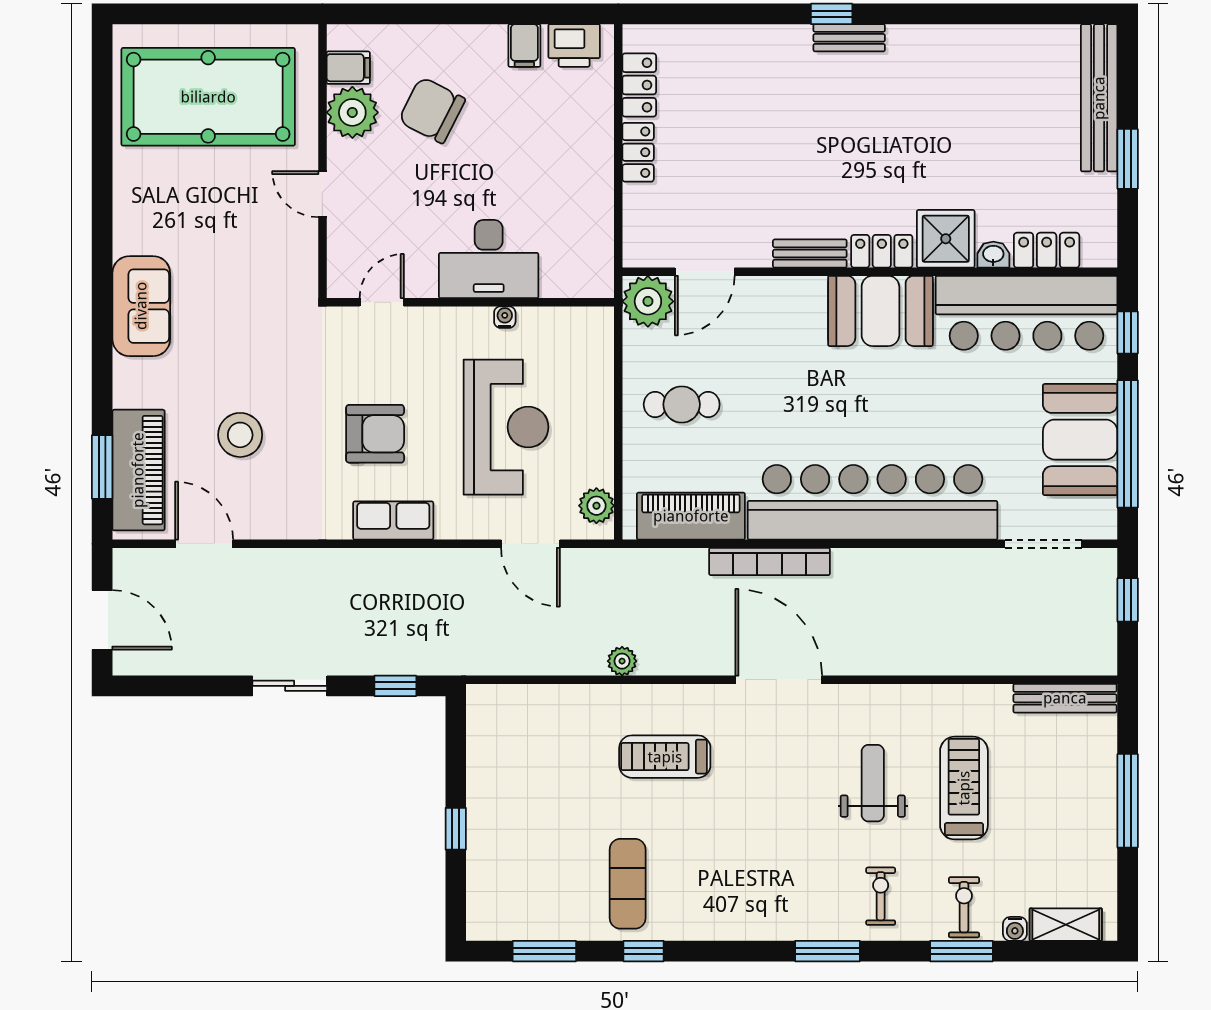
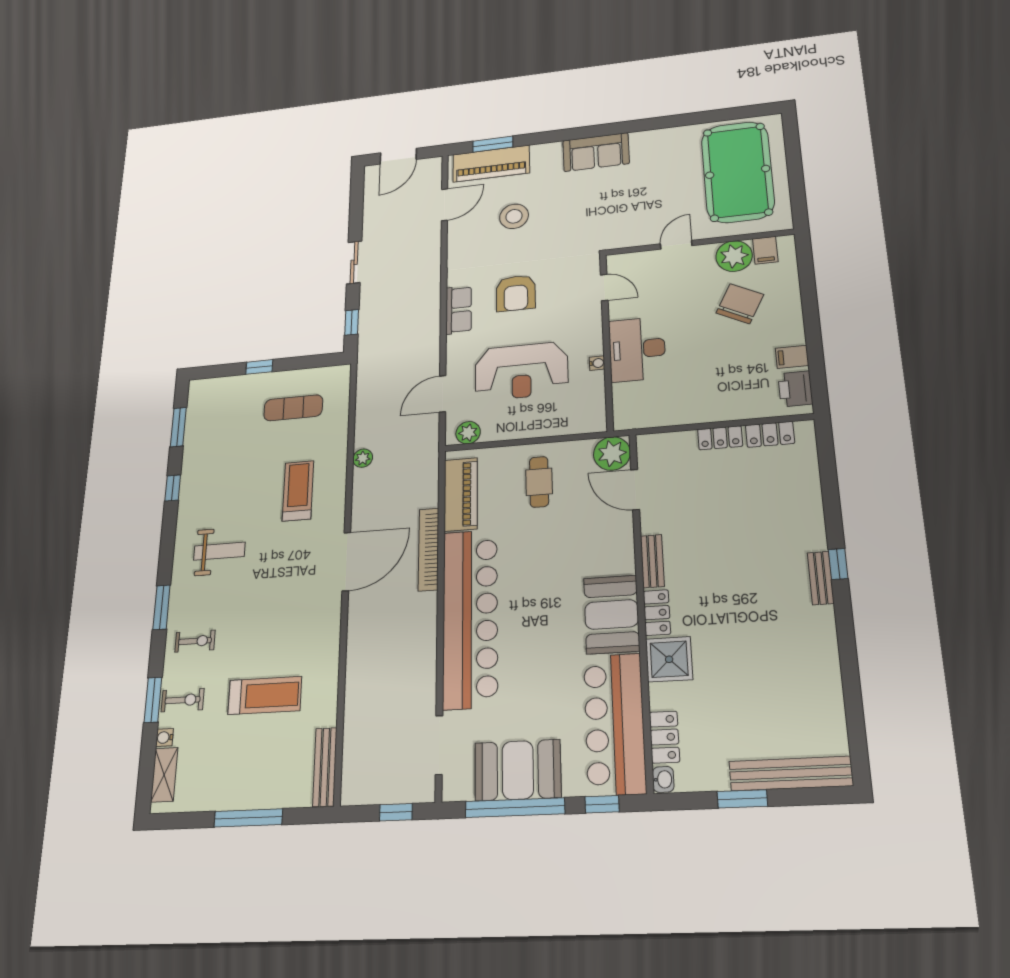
washbasin: (993, 255) -> (663, 779), moved
weight bench: (873, 783) -> (219, 551), moved
exercise mat: (628, 884) -> (293, 408), moved

